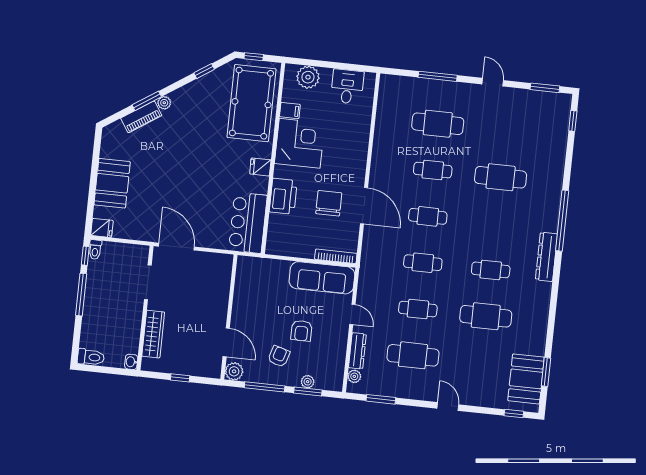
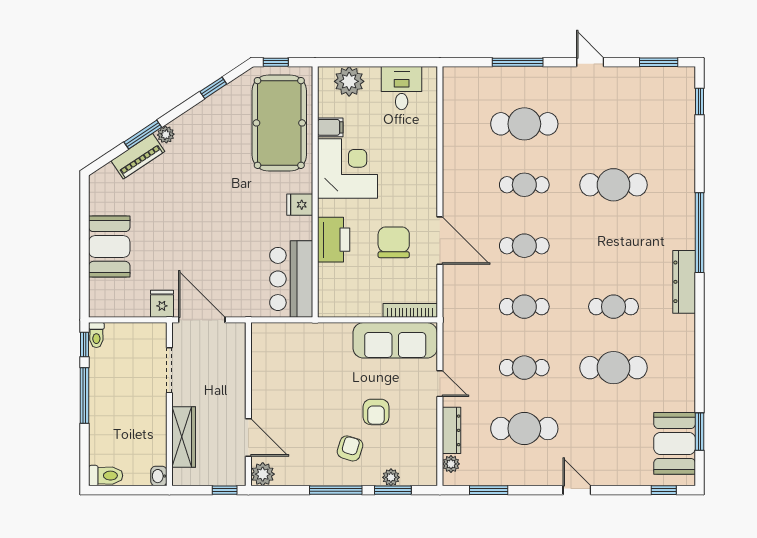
fridge: (102, 228) -> (162, 304), moved, turned -90
wall: (229, 317) -> (248, 404), moved
door: (226, 342) -> (248, 438), moved
plant: (234, 371) -> (263, 474), moved

